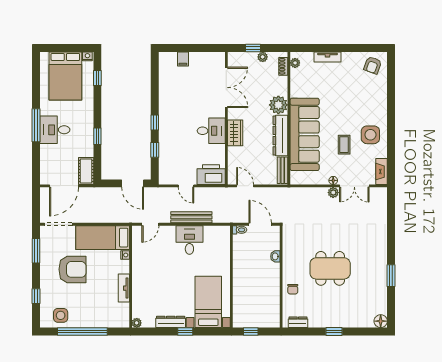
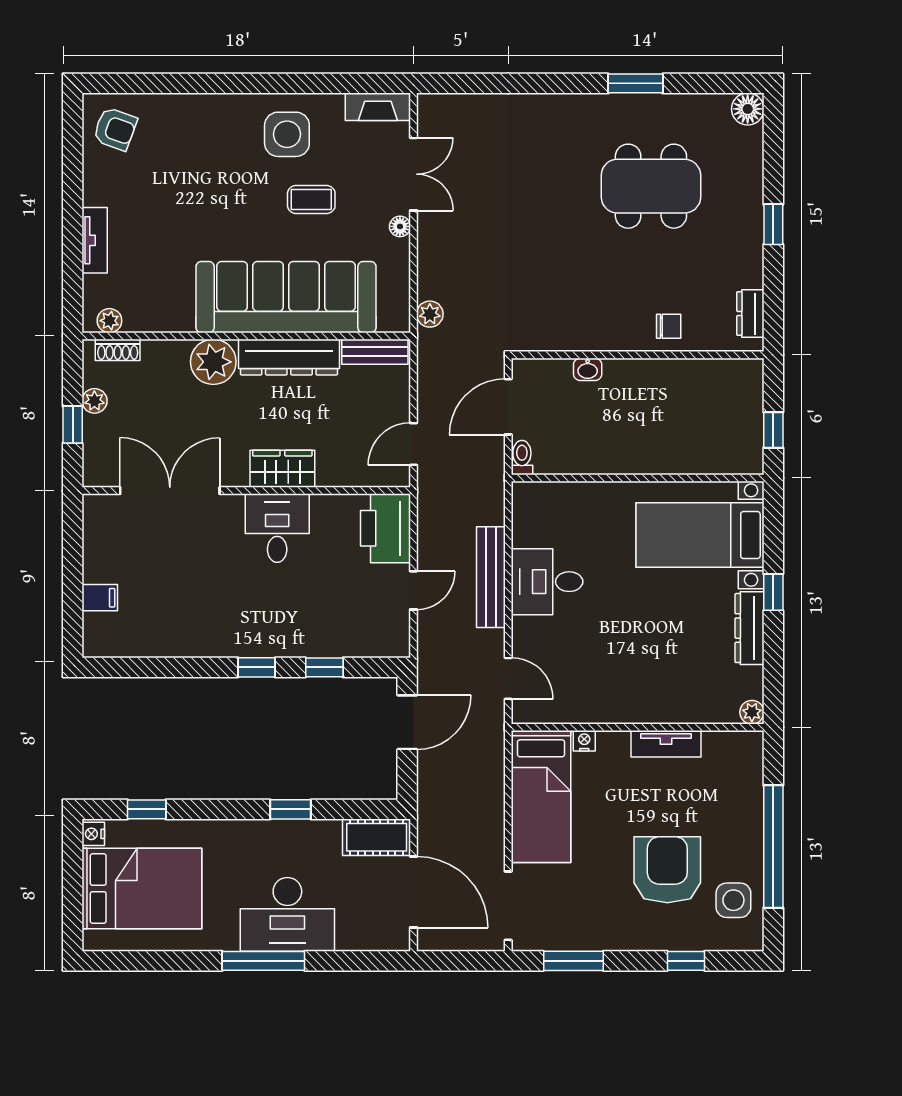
desk: (55, 130) -> (287, 914), width x1.37
plant: (333, 193) -> (430, 314), moved
dining table: (330, 268) -> (651, 186), moved, turned 90
armchair: (72, 269) -> (667, 870), moved

